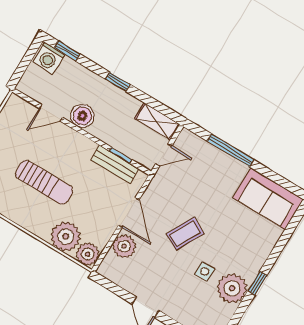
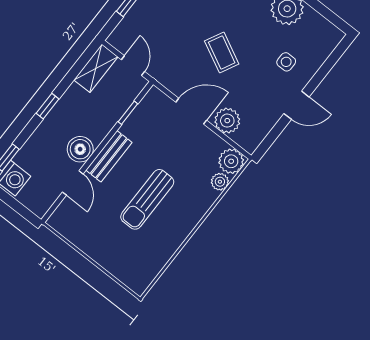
bench: (115, 164) -> (109, 156), moved
sun lounger: (44, 182) -> (147, 199), turned 180
plant: (66, 236) -> (220, 182), width x0.53, depth x0.53
side table: (205, 271) -> (286, 62), moved

